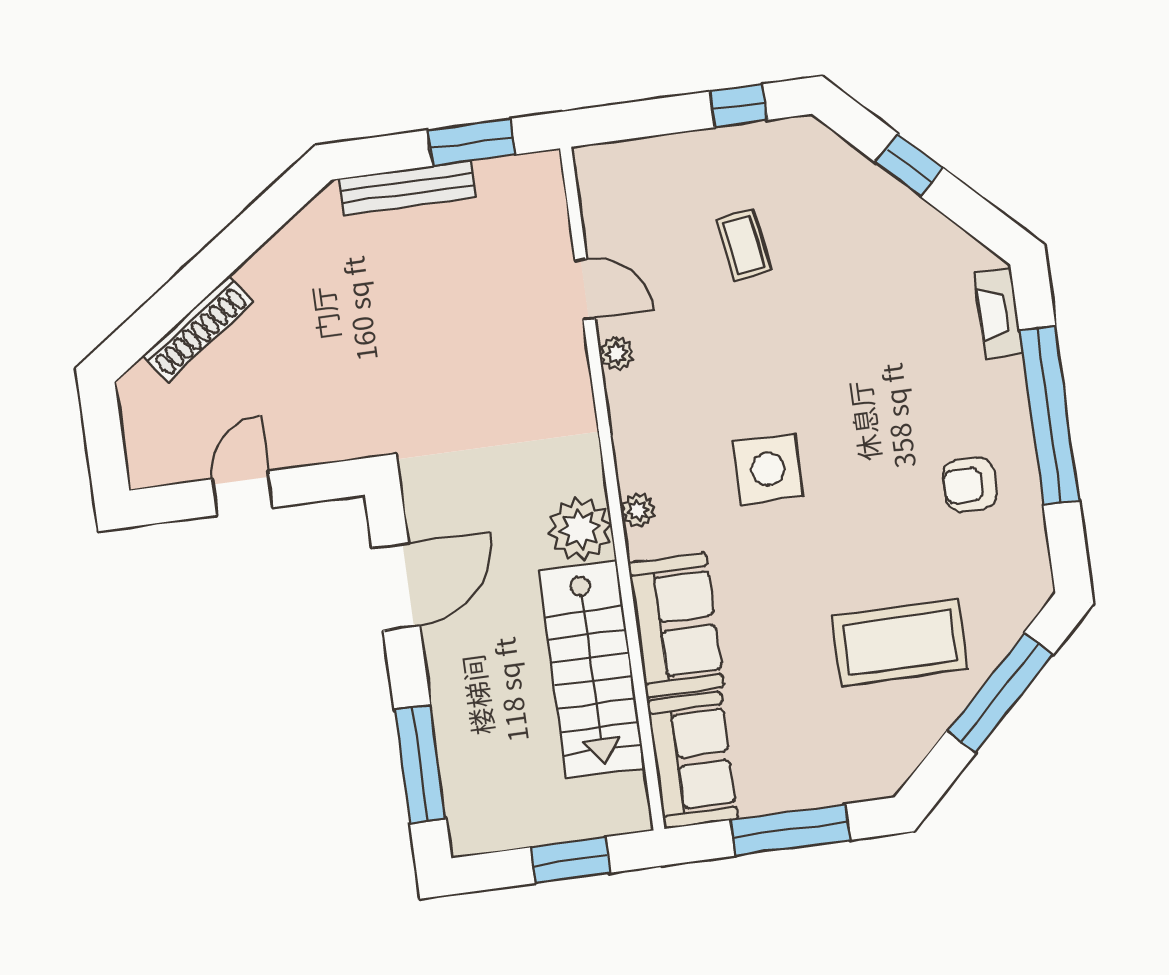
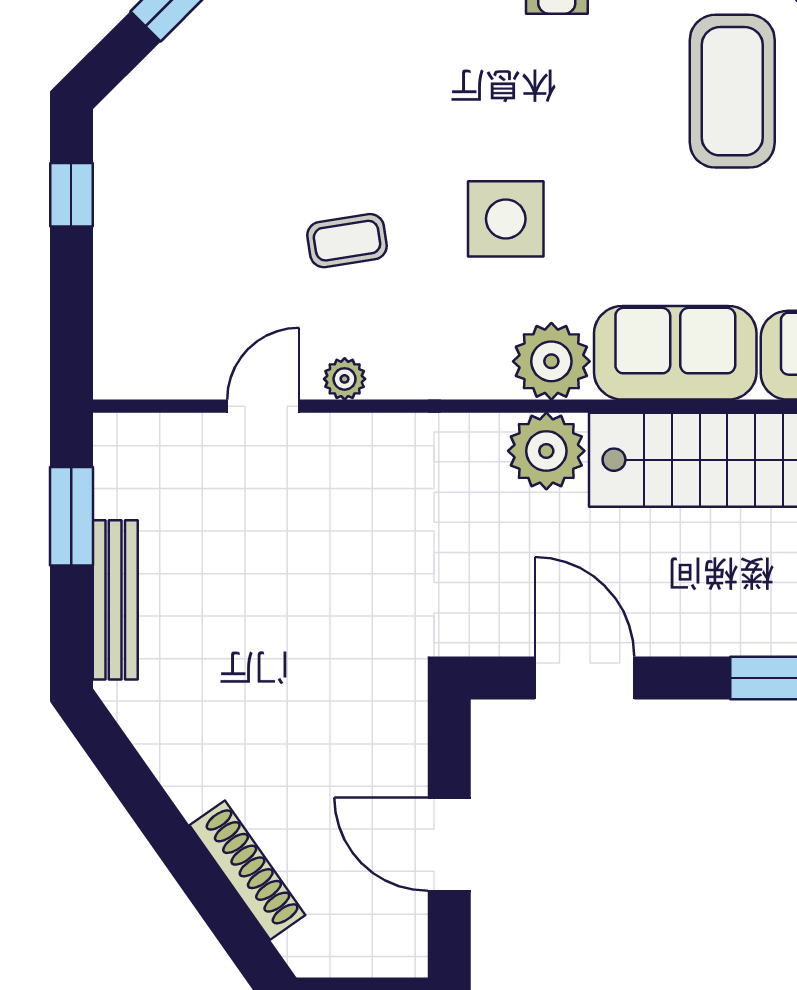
coffee table: (744, 245) -> (347, 241), moved
door: (242, 493) -> (449, 844), width x1.37
plant: (638, 510) -> (551, 361), width x1.87, depth x1.87

